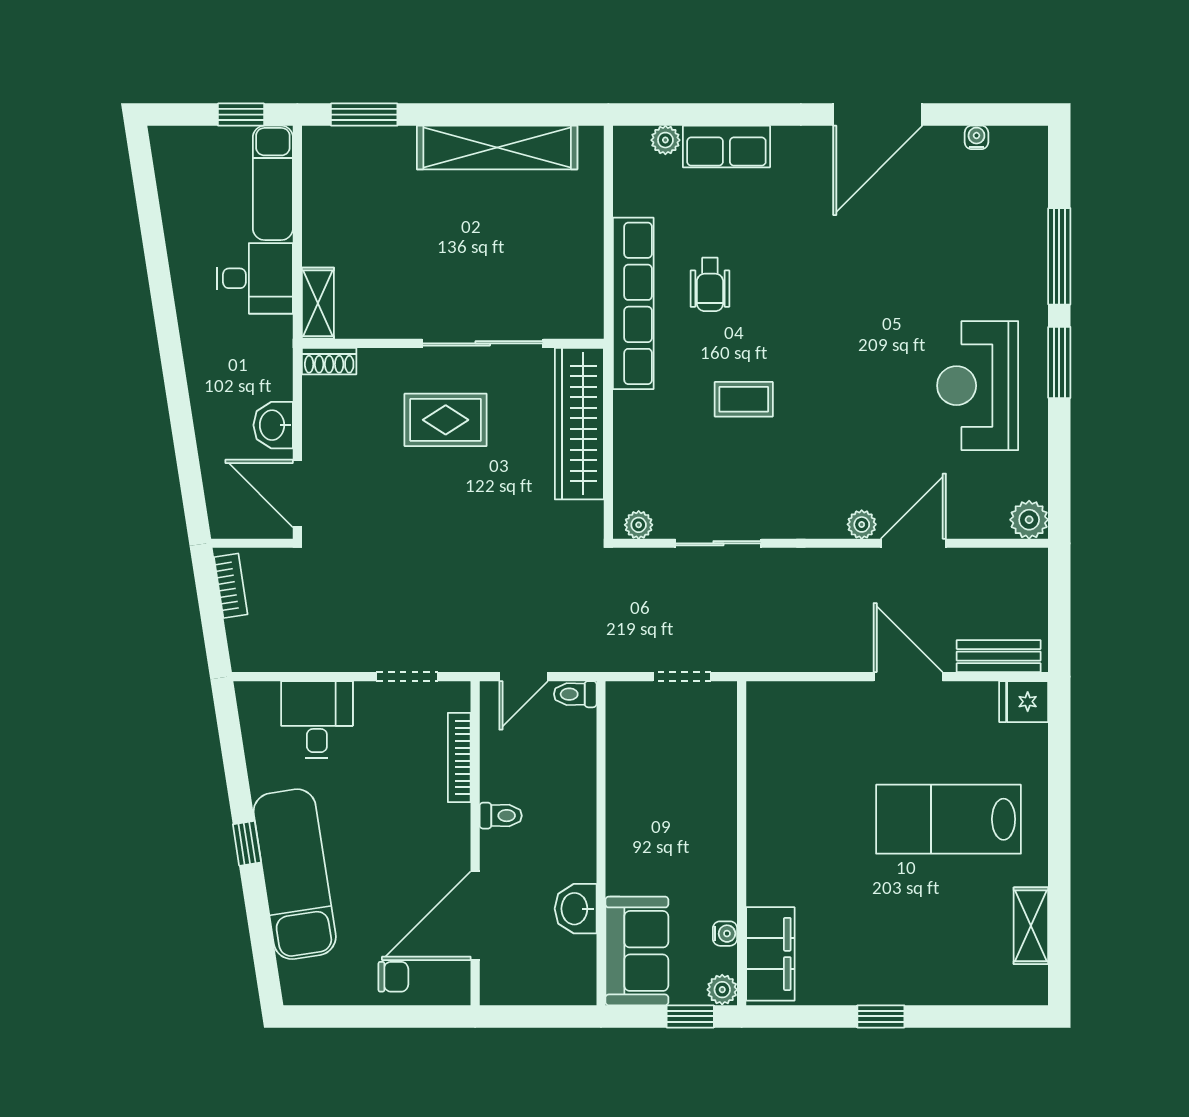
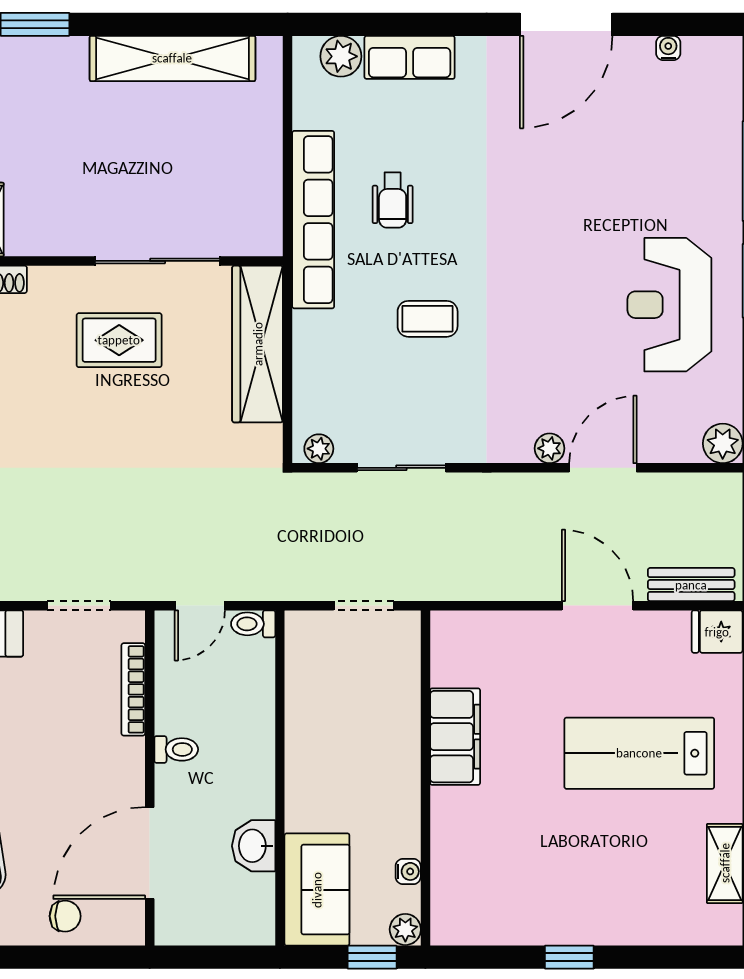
plant: (665, 140) -> (341, 56), width x1.38, depth x1.38
filing cabinet: (770, 954) -> (455, 737), moved

